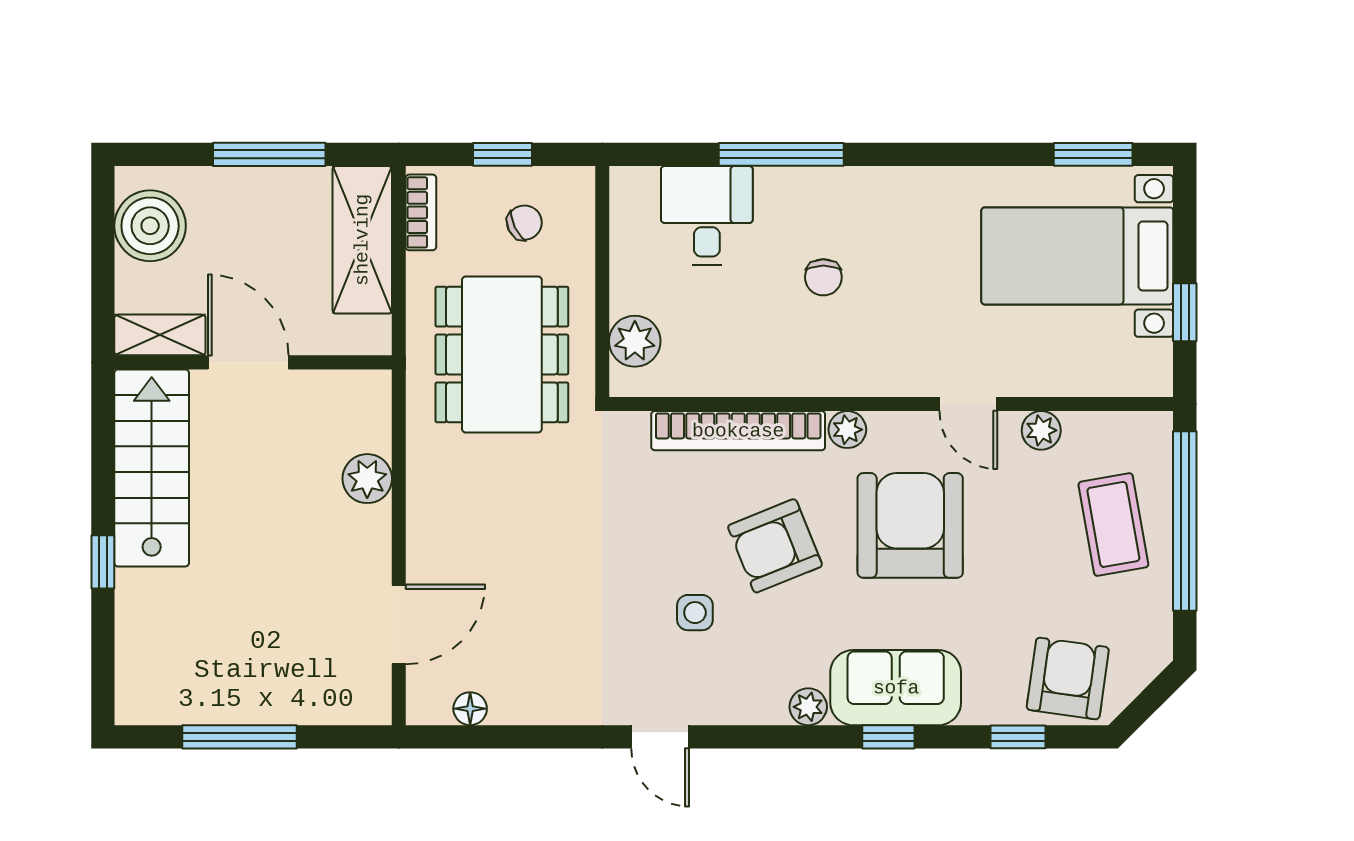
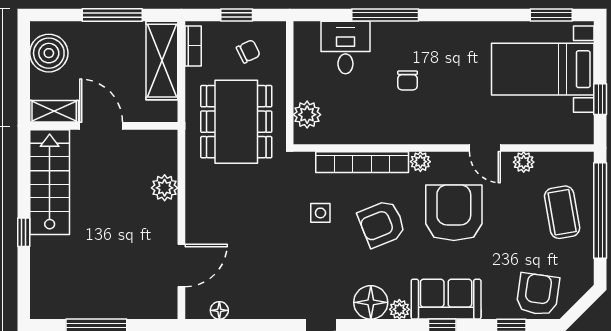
side table: (695, 613) -> (320, 213), moved
floor lamp: (754, 694) -> (371, 302), added

